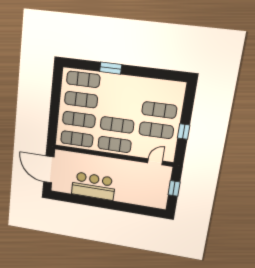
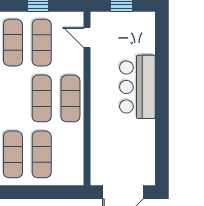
exercise mat: (77, 139) -> (70, 154), removed
bar counter: (93, 186) -> (137, 87), moved

